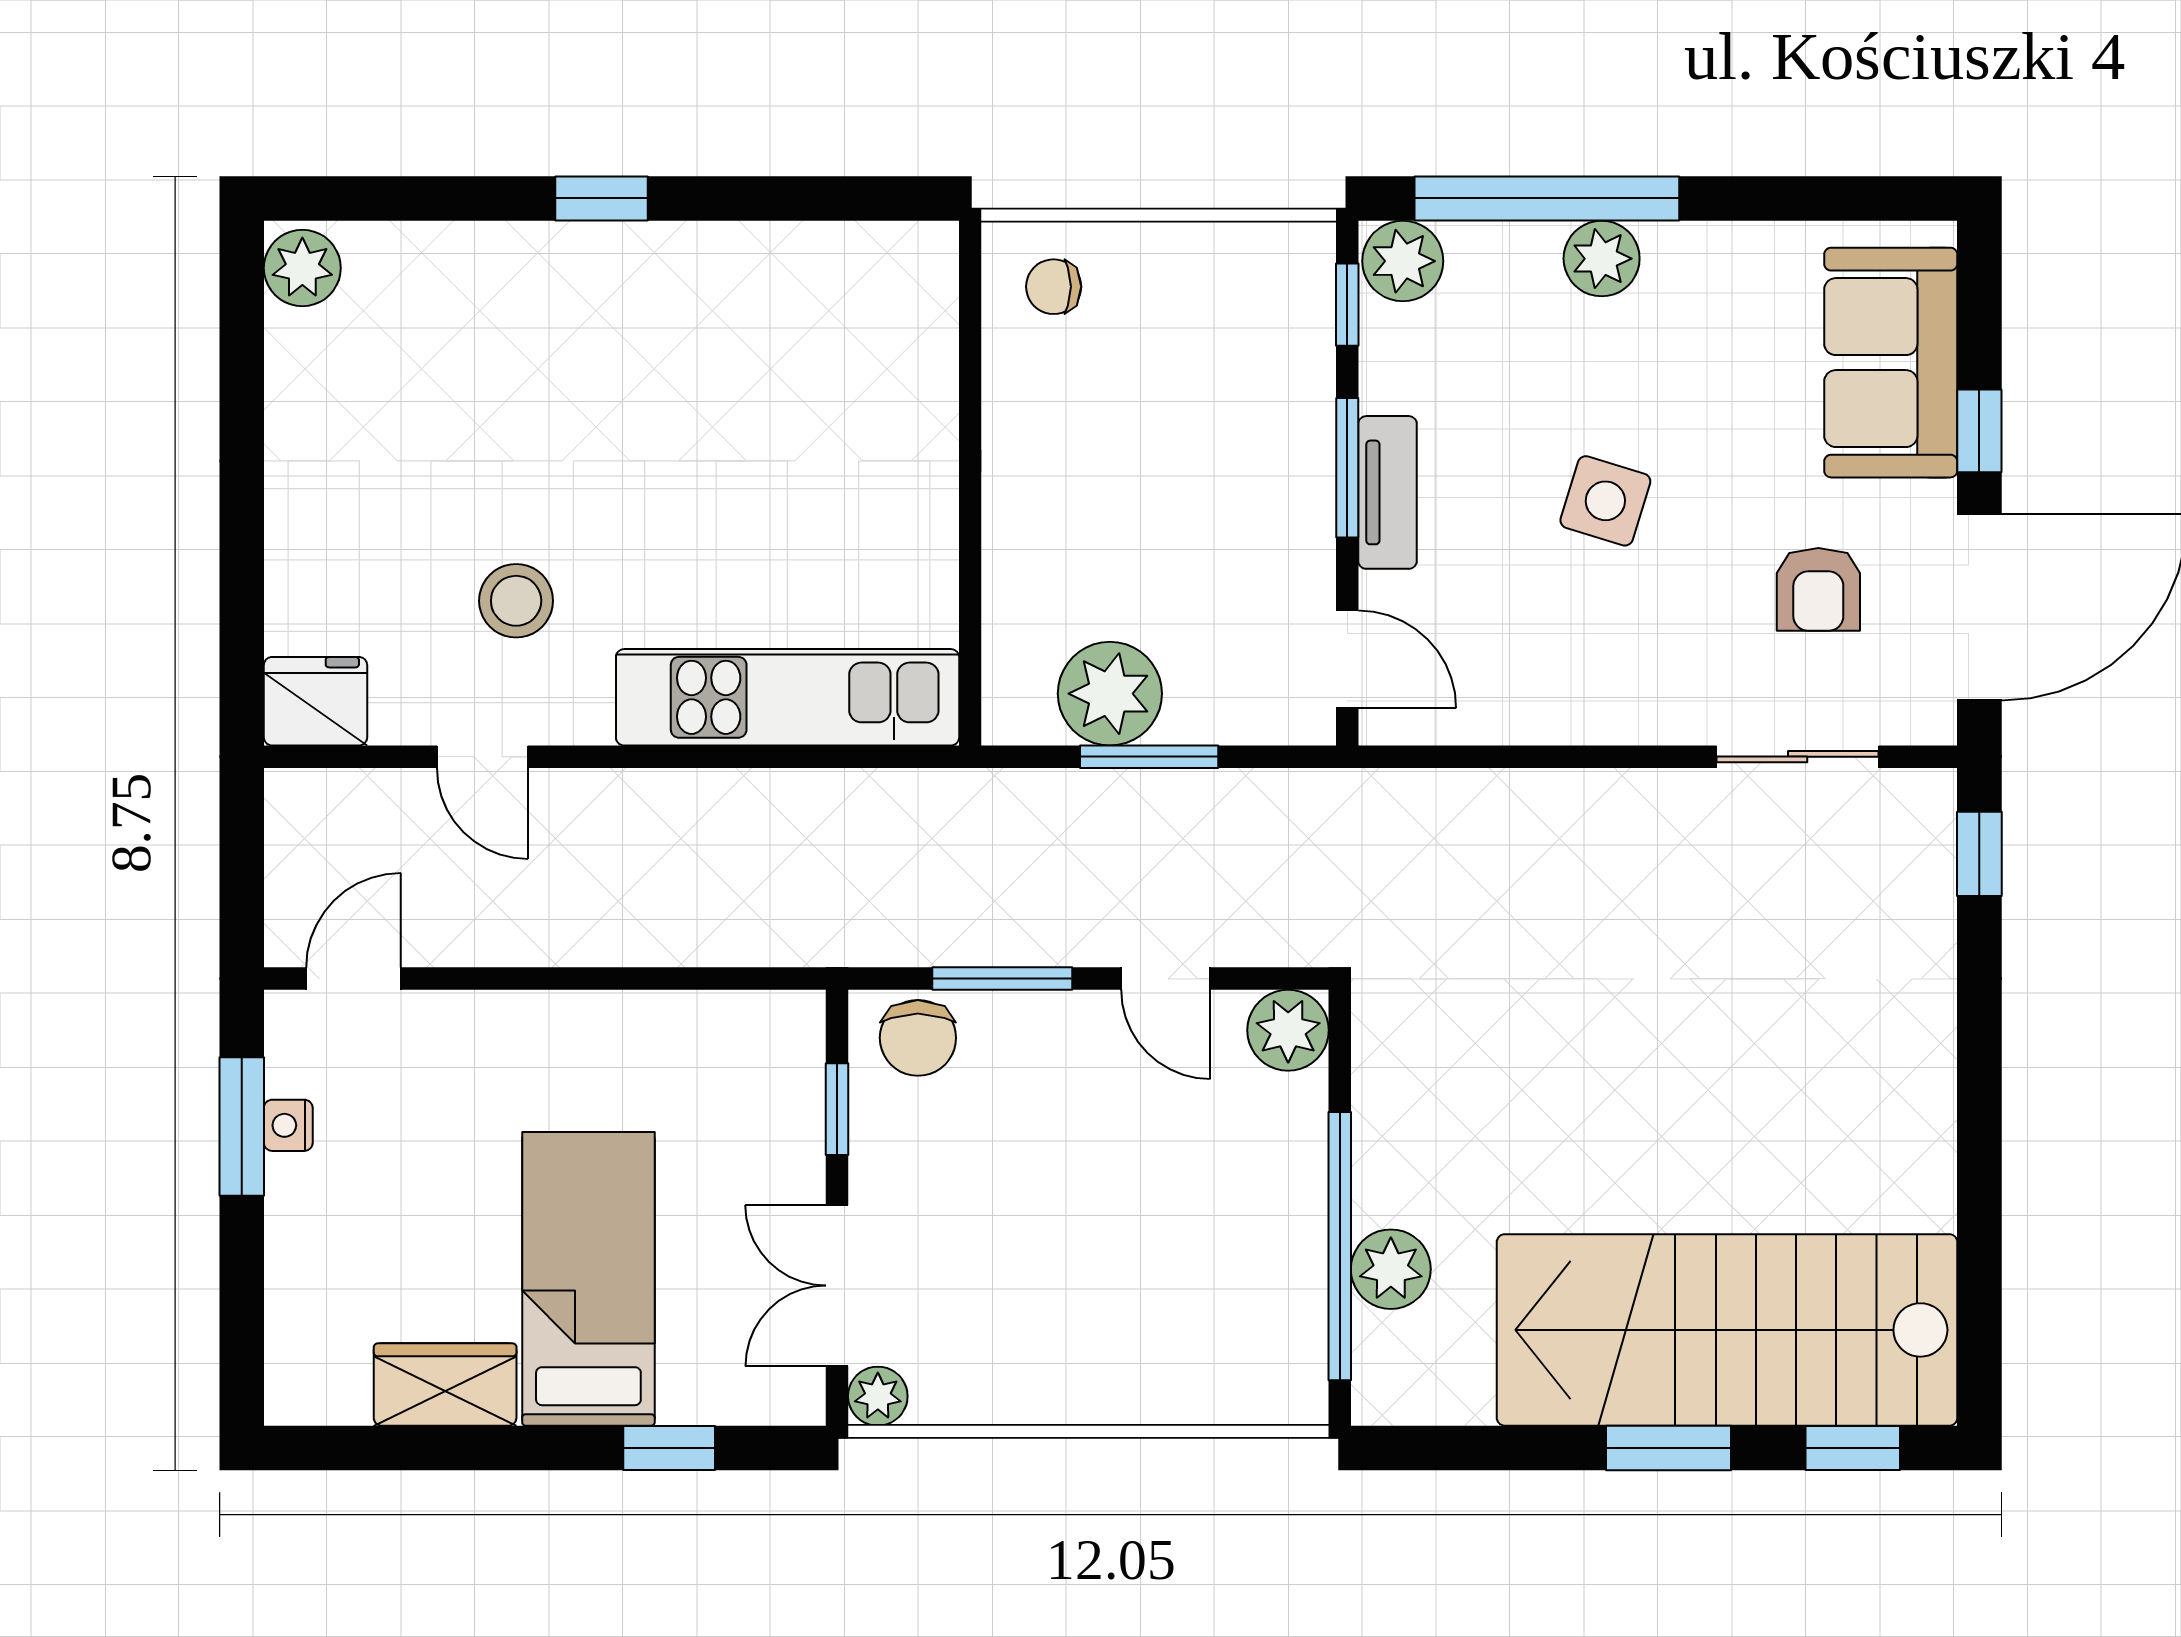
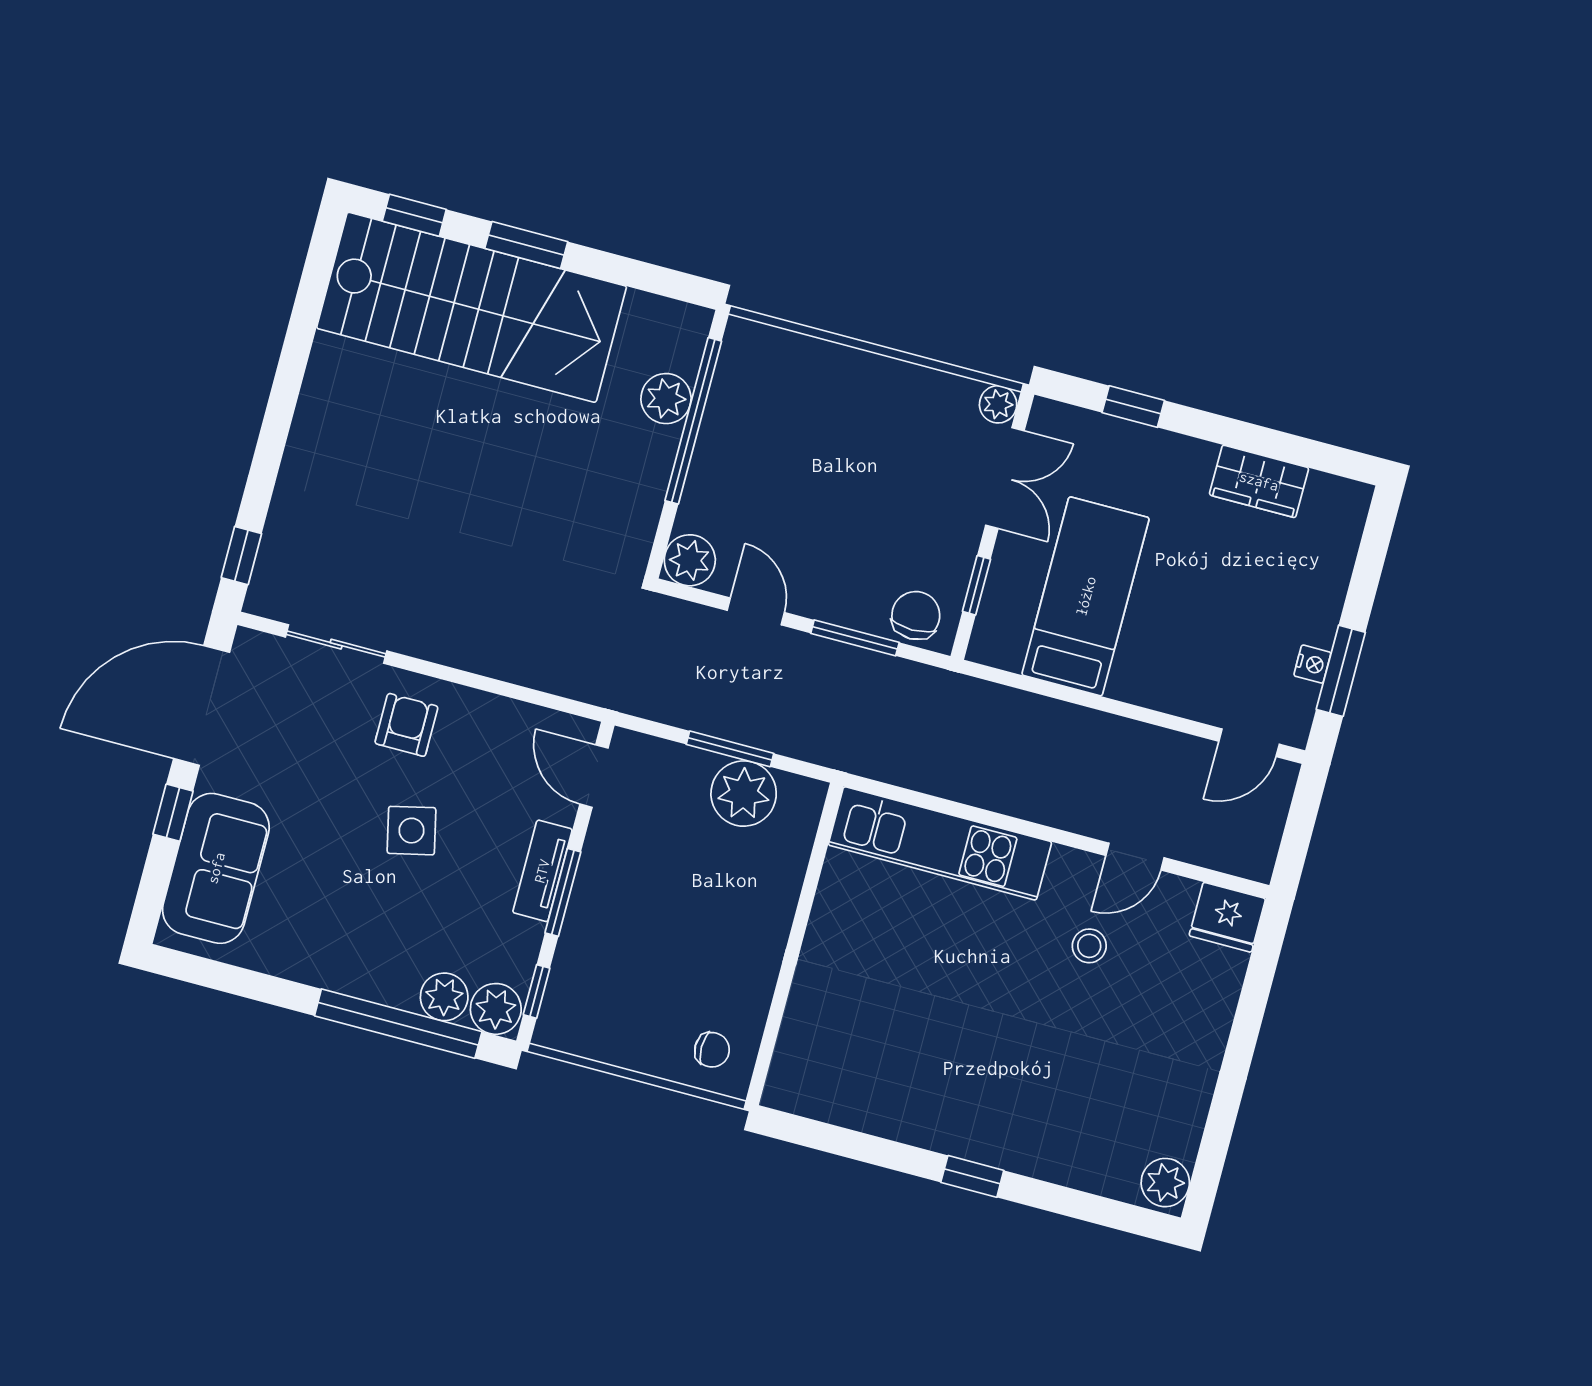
plant: (1602, 259) -> (444, 997), moved
side table: (1605, 501) -> (412, 831), turned -30
armchair: (1818, 589) -> (406, 725), moved
stool: (516, 601) -> (1089, 946), width x0.73, depth x0.73
door: (482, 757) -> (1135, 857), swing flipped
bed: (588, 1279) -> (1086, 596), moved, turned 180

